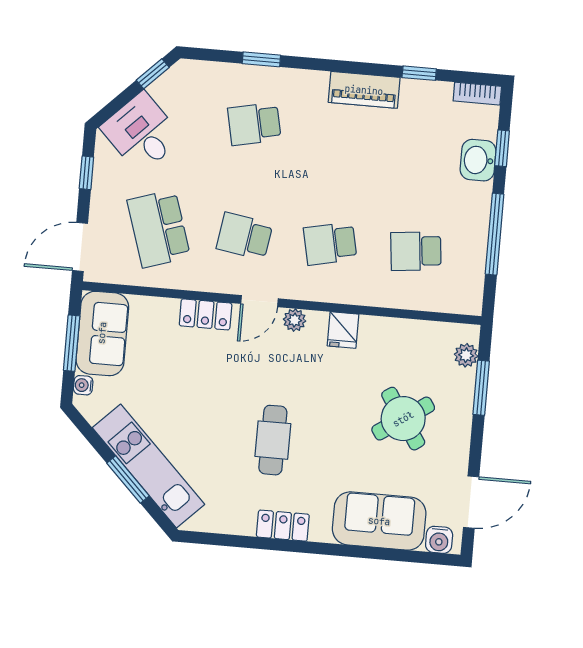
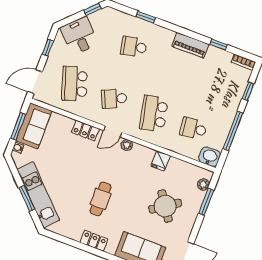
washbasin: (478, 160) -> (210, 157), moved, turned 90
school desk: (244, 236) -> (114, 99), turned -33
school desk: (330, 244) -> (154, 114), width x1.85
fridge: (343, 330) -> (161, 161), moved

